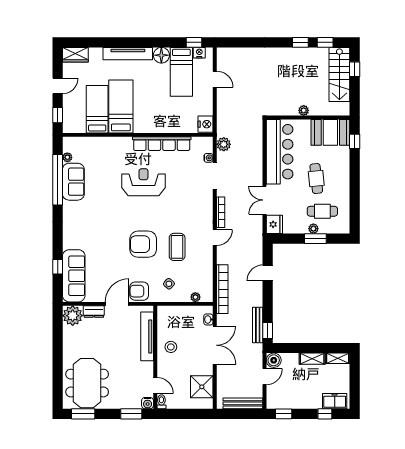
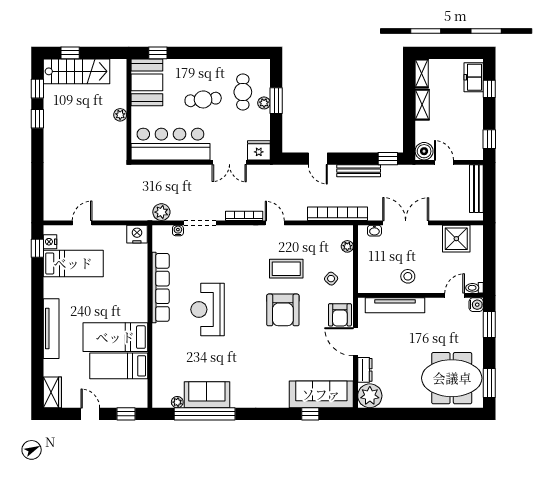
floor lamp: (161, 55) -> (53, 288), removed
bench: (258, 325) -> (359, 171), moved

